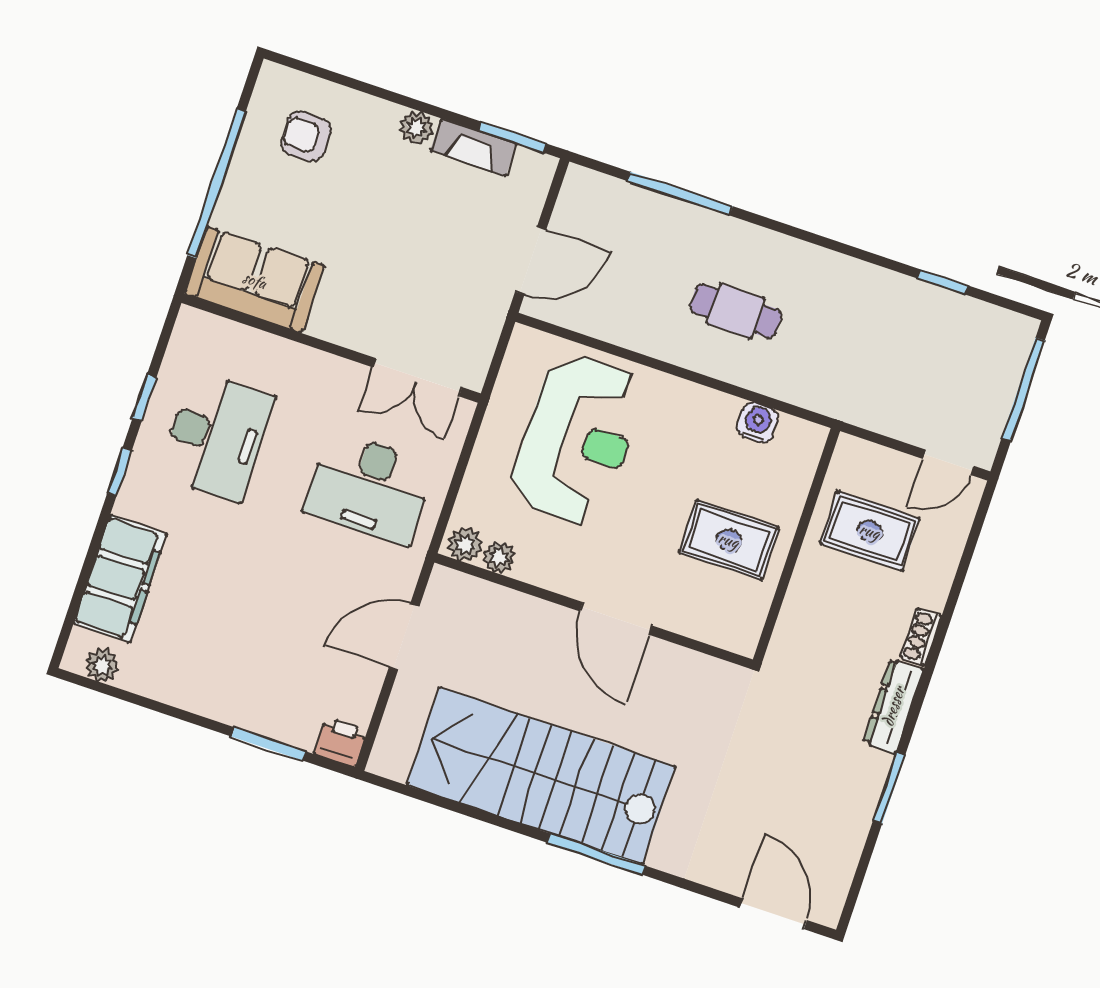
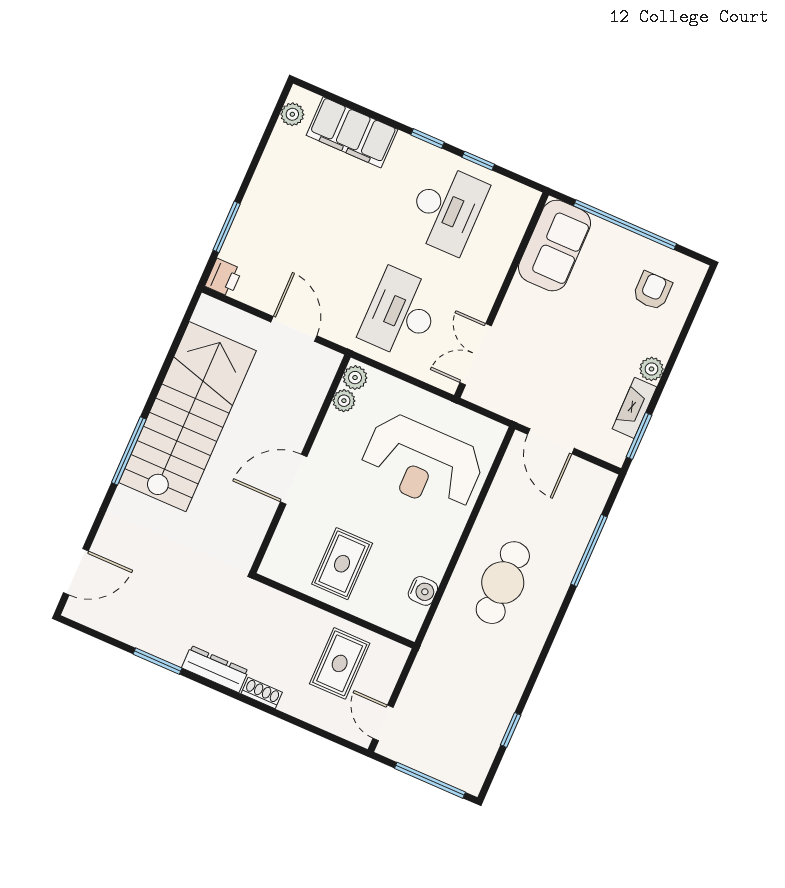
cafe table: (736, 311) -> (503, 583), width x1.37, depth x1.35
desk: (216, 436) -> (447, 209), turned -90

